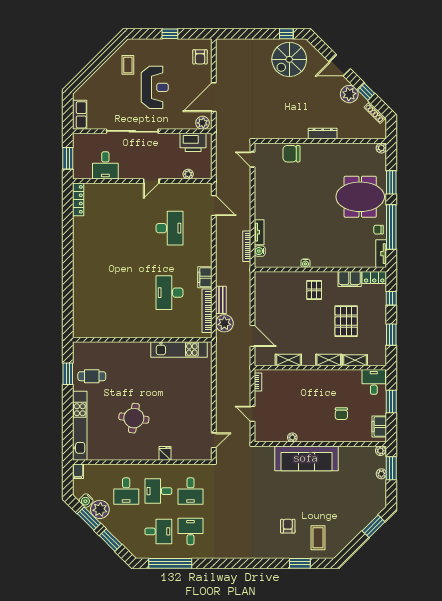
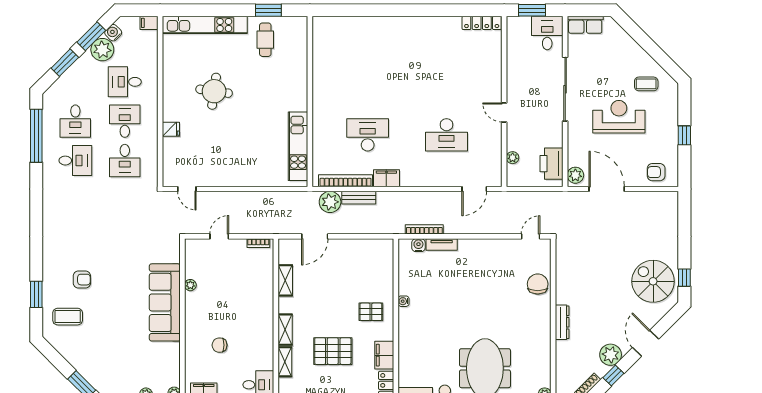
reception desk: (155, 87) -> (619, 117), turned 180
desk: (105, 165) -> (547, 33), moved, turned 90
desk: (191, 491) -> (125, 161), turned -90

